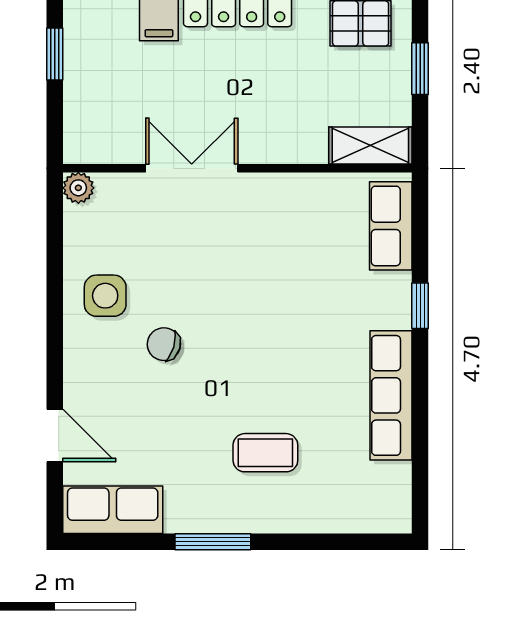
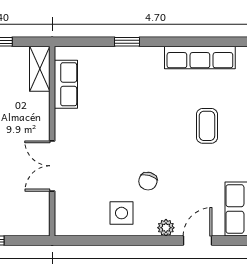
plant: (78, 188) -> (166, 228), moved
row of seats: (391, 226) -> (66, 84), moved, turned -90
row of seats: (391, 395) -> (200, 57), moved

